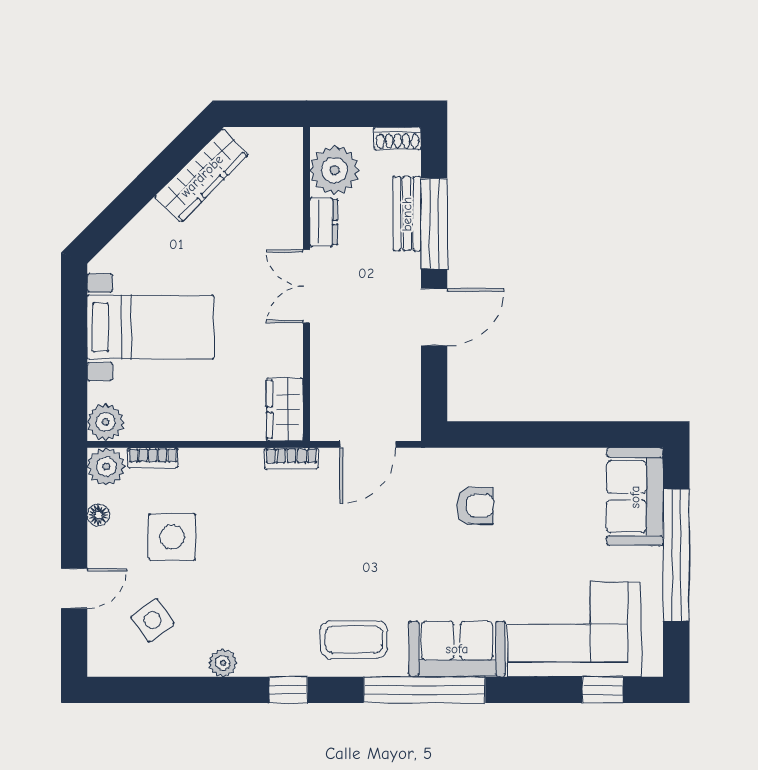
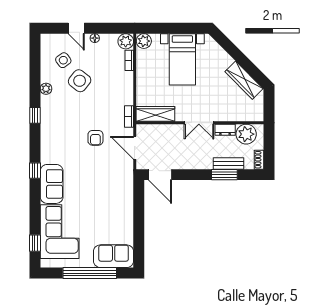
window: (434, 224) -> (224, 175), width x0.69
double door: (307, 286) -> (199, 123), swing flipped
door: (434, 317) -> (160, 175), moved
wardrobe: (285, 409) -> (155, 114), width x1.50
armchair: (475, 506) -> (95, 138), moved
floor lamp: (98, 515) -> (95, 38), moved
side table: (172, 537) -> (80, 81), moved, turned 38
coffee table: (354, 640) -> (55, 142), removed
window: (425, 690) -> (35, 171), width x0.32

